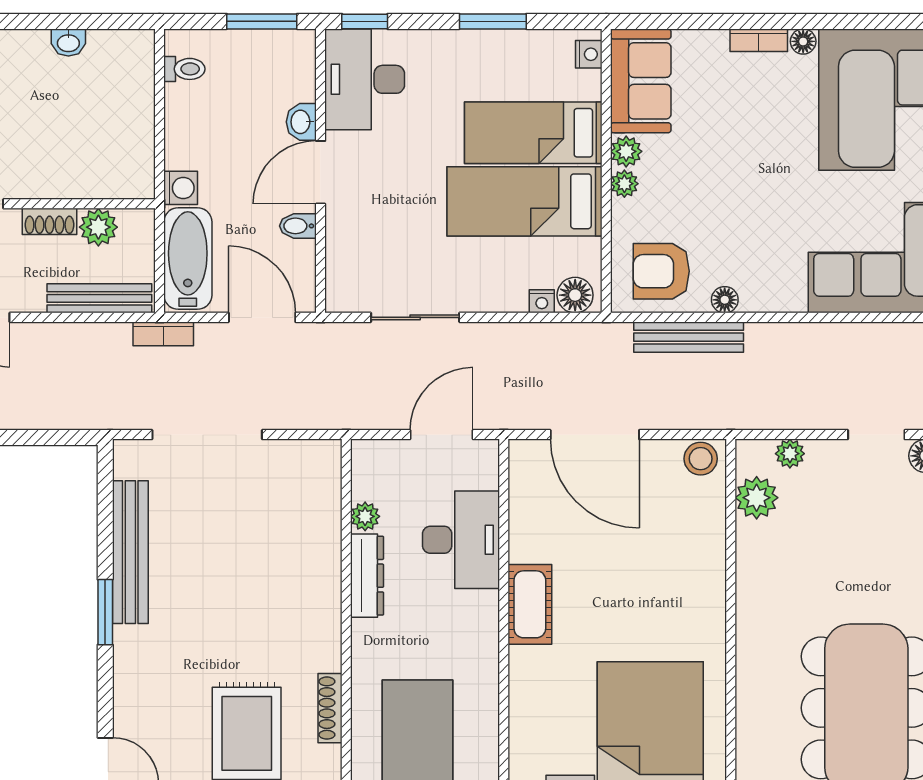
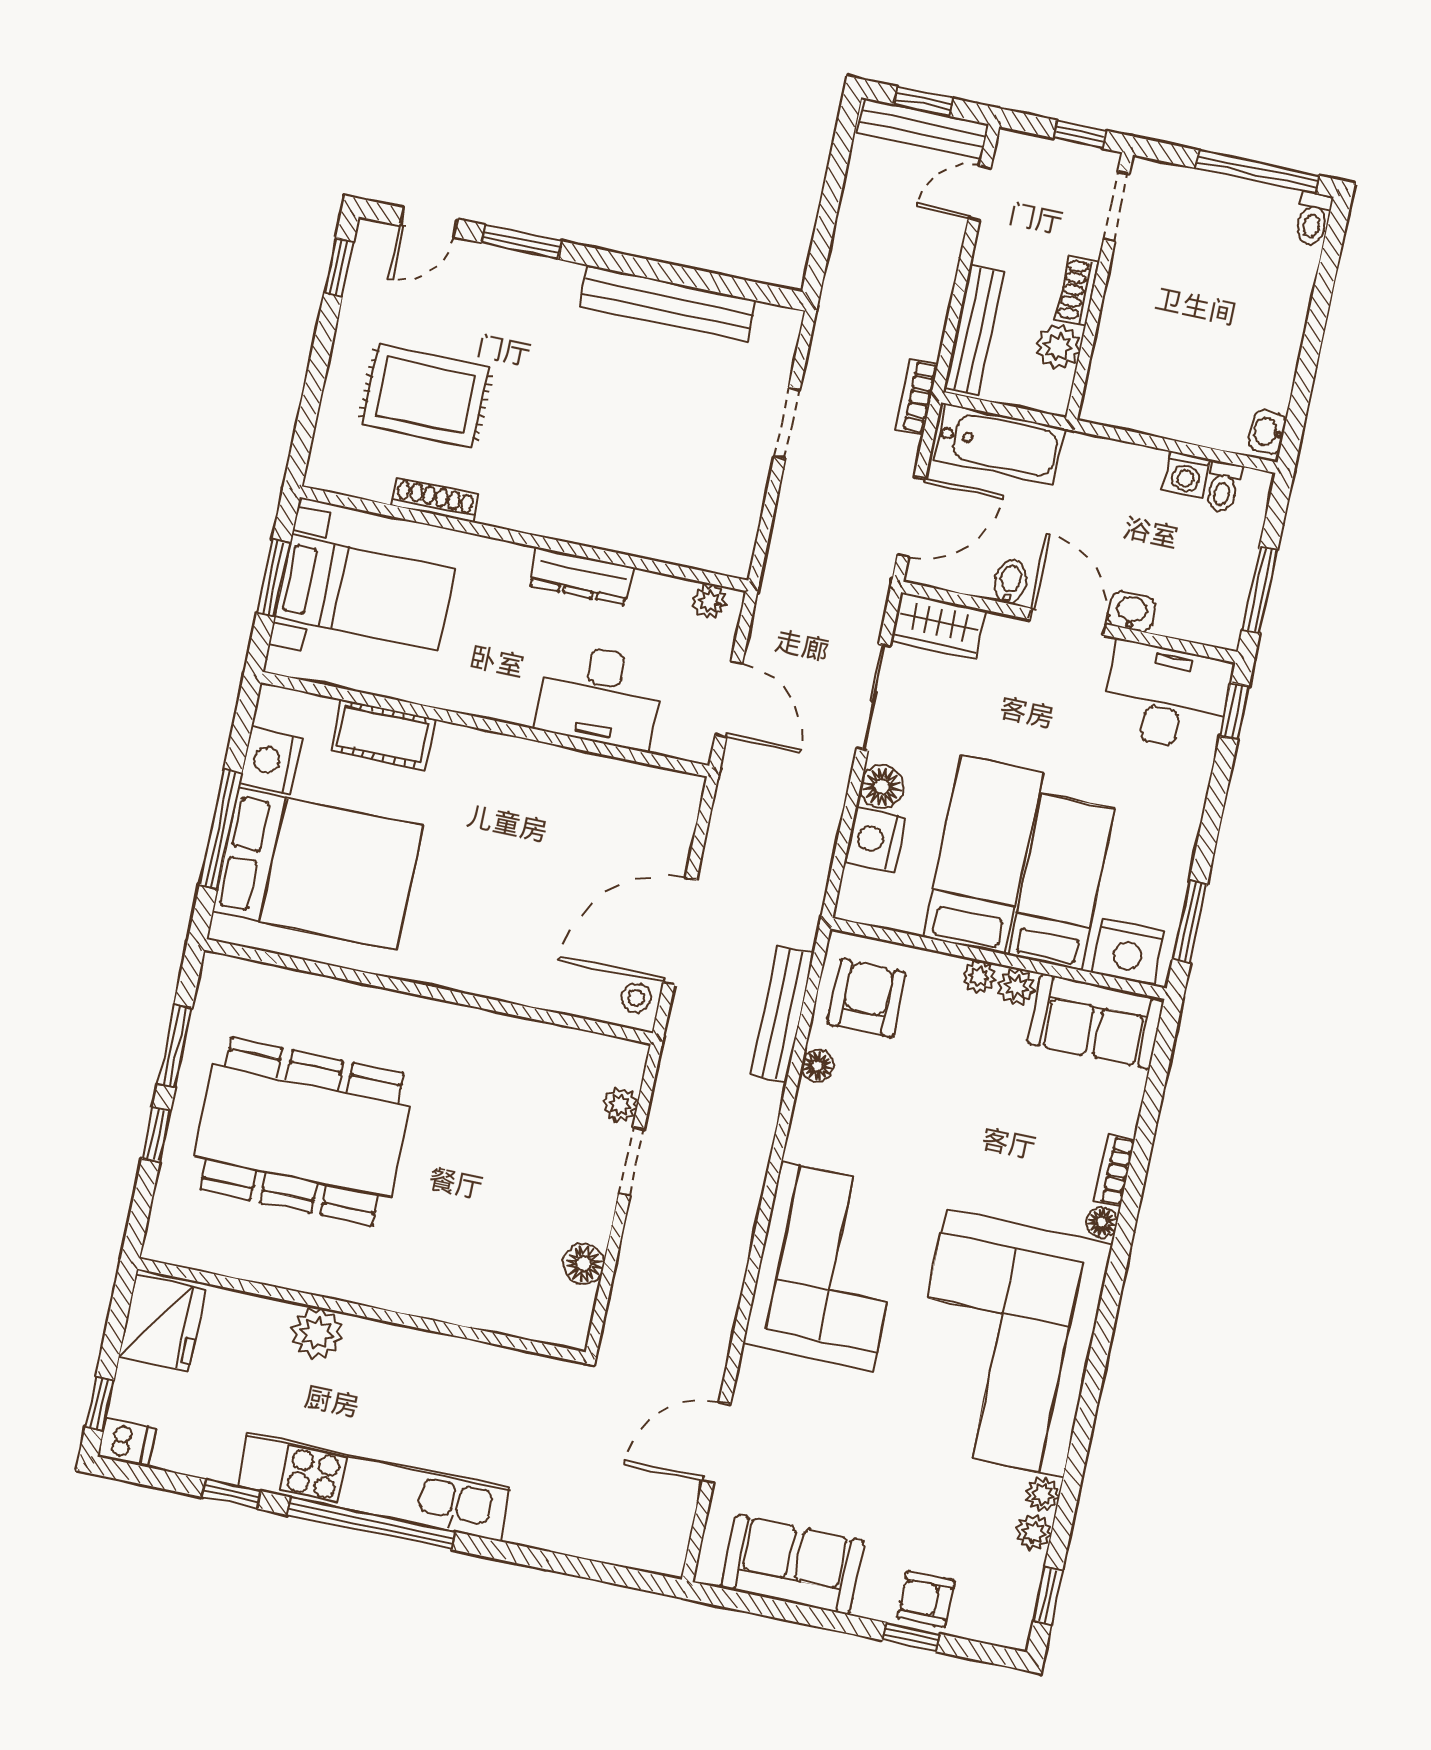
window: (493, 21) -> (1190, 922), moved
washbasin: (68, 42) -> (1267, 432), moved
nightstand: (589, 54) -> (1128, 952), width x1.89, depth x1.79
washing machine: (181, 188) -> (1186, 475), moved
wardrobe: (346, 277) -> (938, 626), added
floor lamp: (575, 295) -> (882, 787), moved
nightstand: (542, 301) -> (875, 840), width x1.89, depth x1.79
doorway: (207, 435) -> (787, 423), width x0.53
door: (595, 435) -> (680, 931), moved
doorway: (876, 435) -> (631, 1161), moved
stool: (701, 459) -> (636, 998), width x0.73, depth x0.73
plant: (757, 498) -> (576, 1054), removed
plant: (365, 516) -> (709, 601), moved
cot: (530, 604) -> (383, 735), moved
window: (105, 612) -> (522, 242), moved

